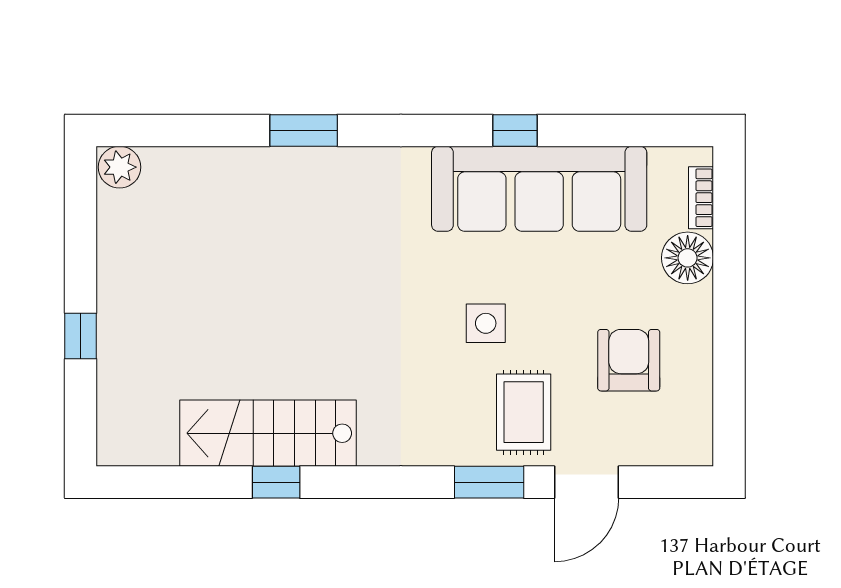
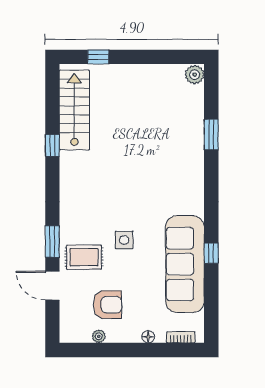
window: (304, 130) -> (211, 135), moved
floor lamp: (688, 258) -> (148, 337), width x0.53, depth x0.53
window: (81, 336) -> (98, 57), moved
plant: (699, 379) -> (99, 336), added
stairs: (268, 433) -> (74, 110), moved

